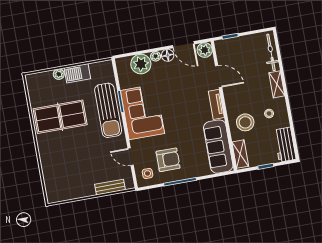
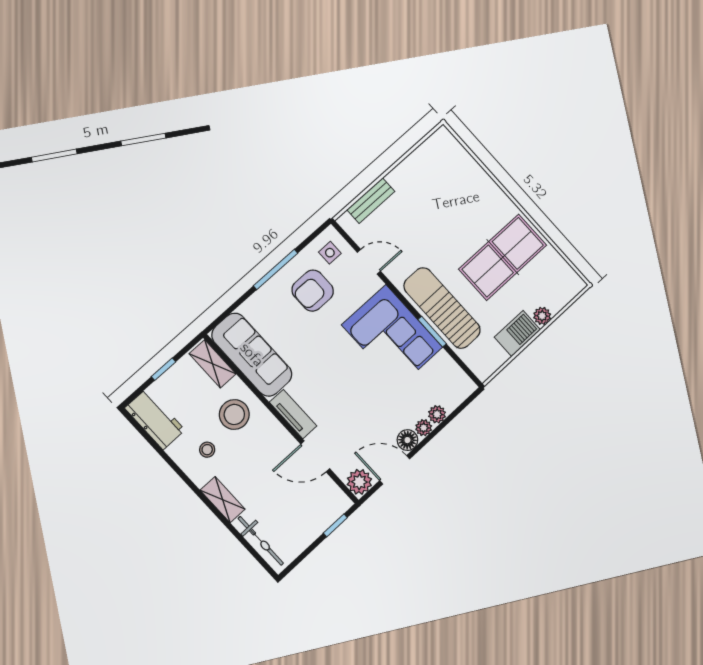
plant: (141, 64) -> (437, 414), width x0.53, depth x0.53

